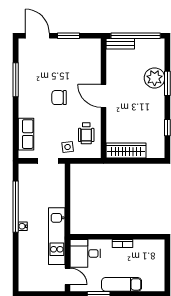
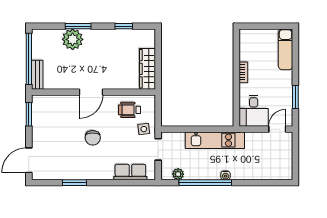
window: (68, 36) -> (29, 114), moved
window: (16, 80) -> (74, 183), width x0.69
wheelchair: (86, 133) -> (130, 110), turned 180
plant: (24, 180) -> (178, 174), added
kitchen unit: (57, 236) -> (215, 140), moved
exam couch: (122, 284) -> (286, 49), moved

